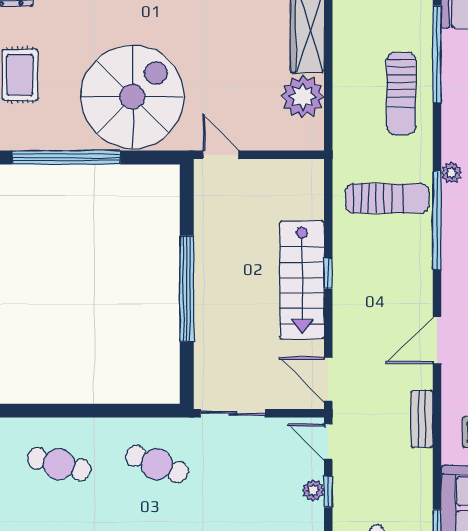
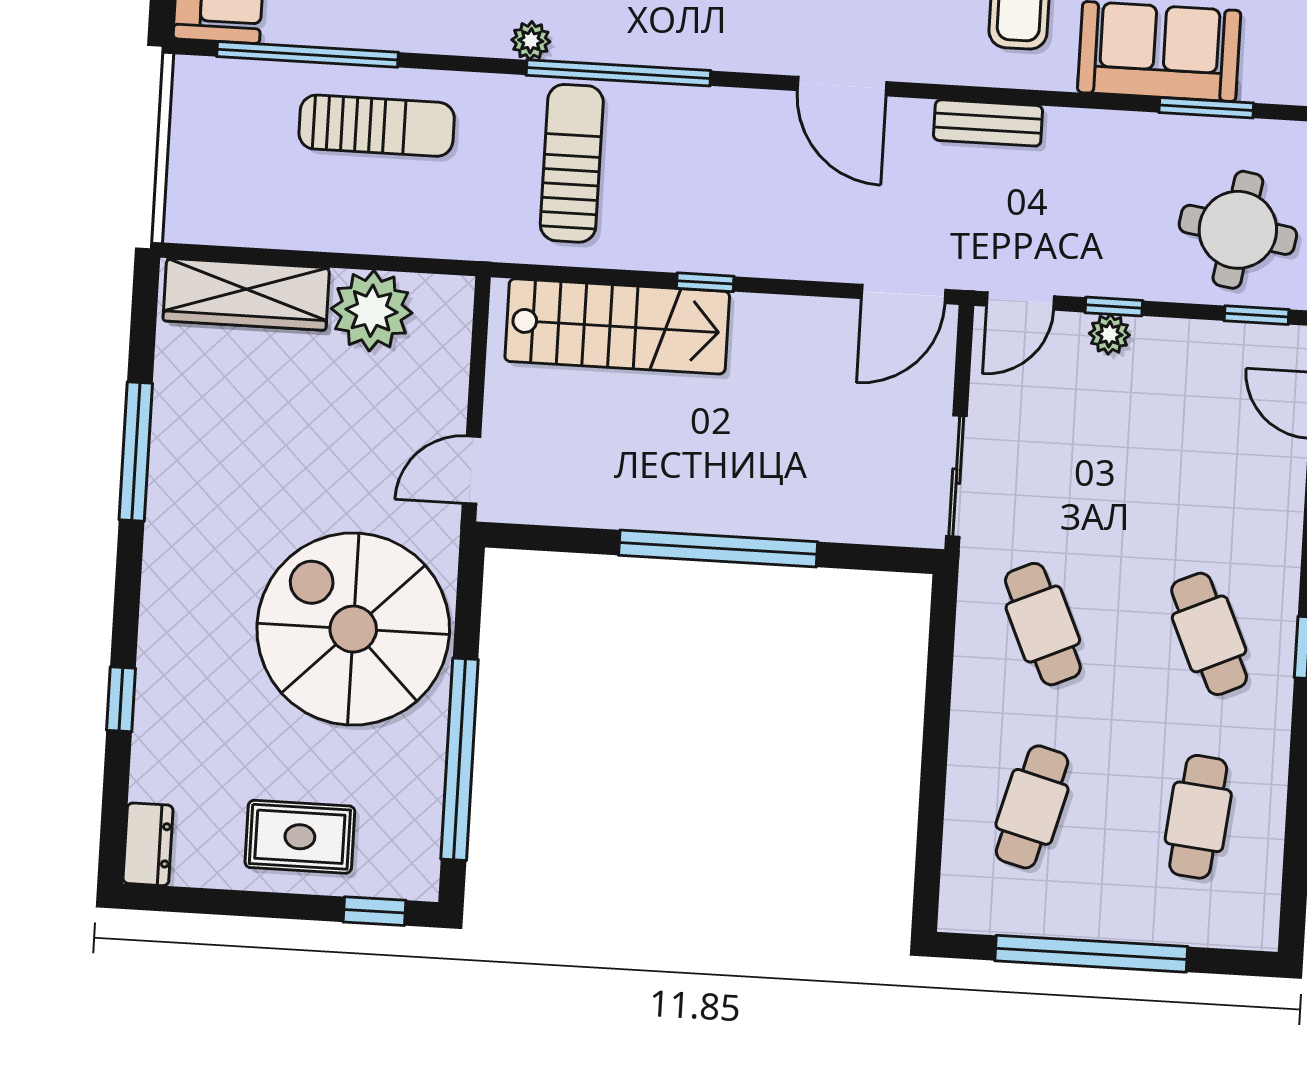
stairs: (302, 280) -> (617, 326), moved
cafe table: (157, 464) -> (1043, 624), turned -45

